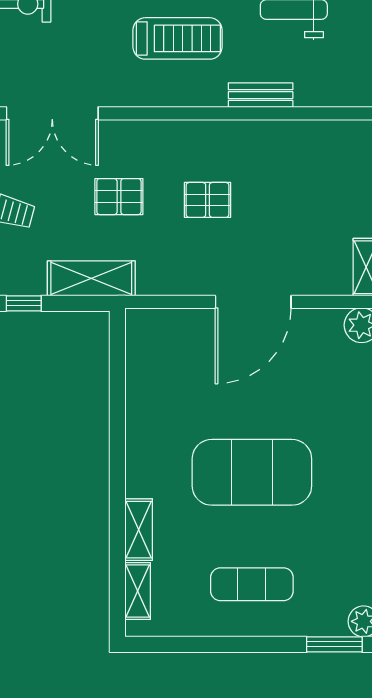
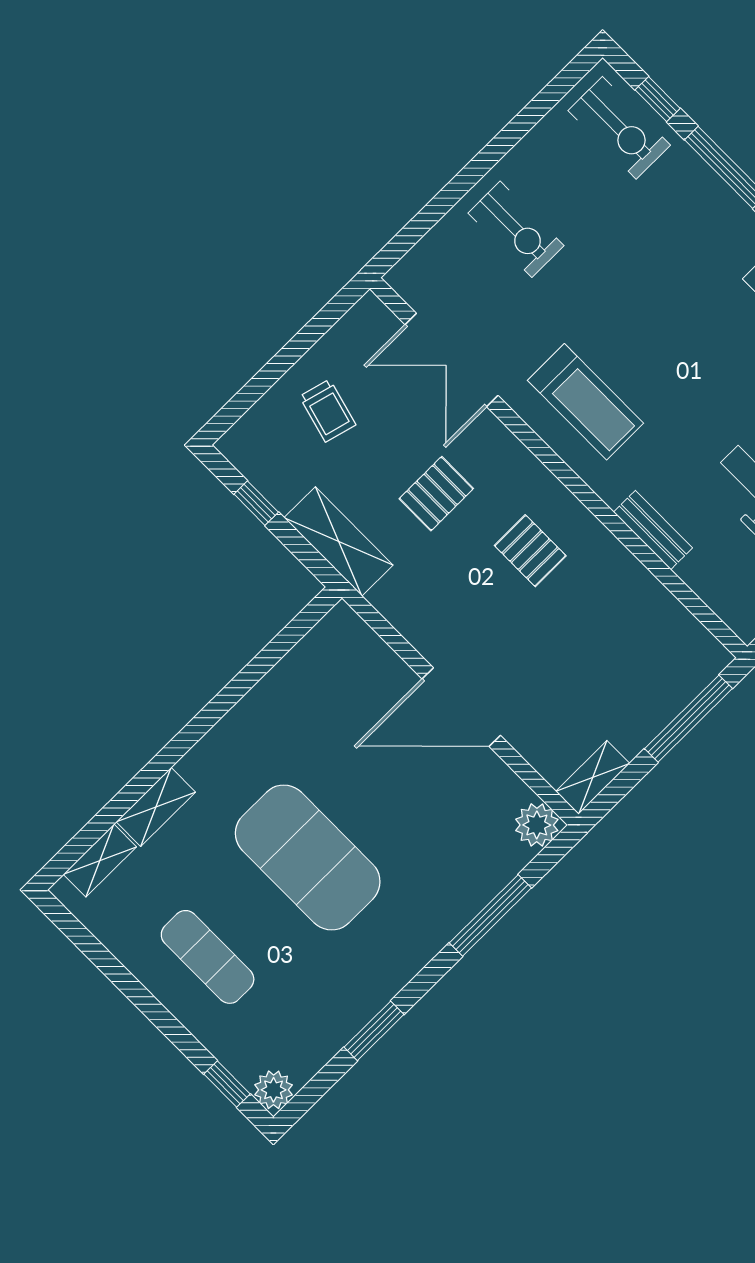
treadmill: (177, 38) -> (586, 402), moved
pallet: (119, 197) -> (436, 494), turned 90
pallet: (208, 200) -> (530, 551), moved
window: (334, 644) -> (227, 1084), width x0.67

